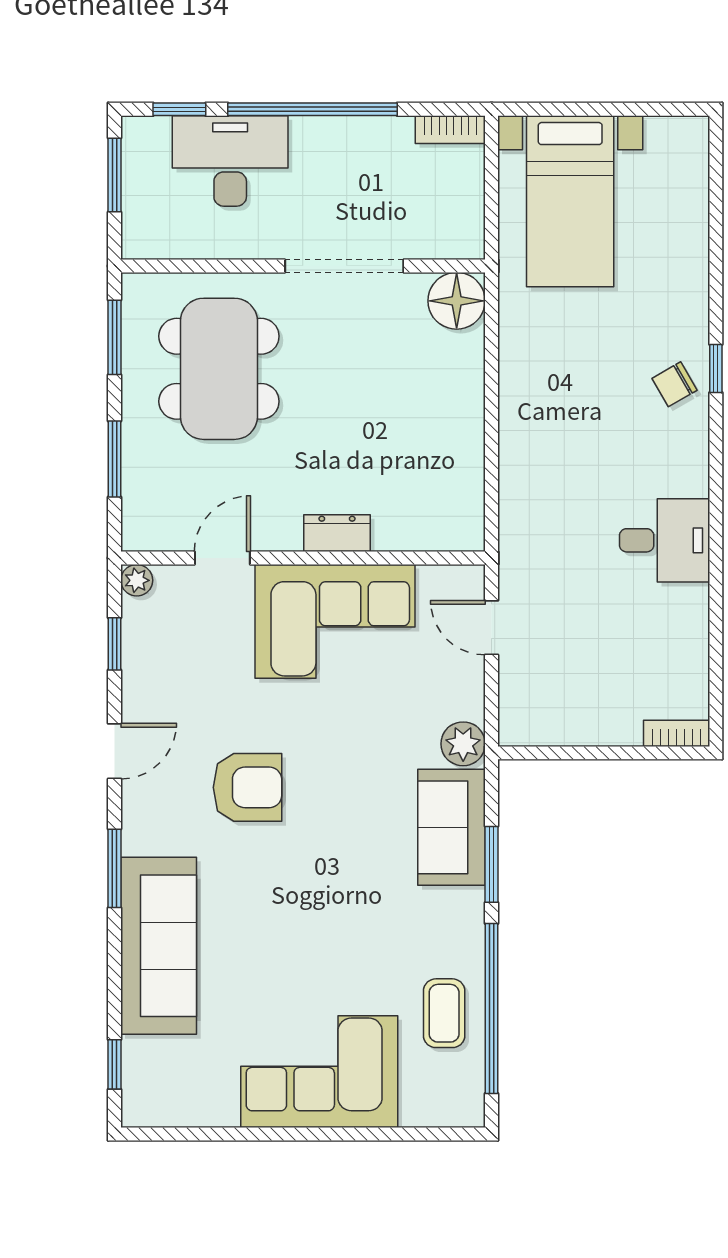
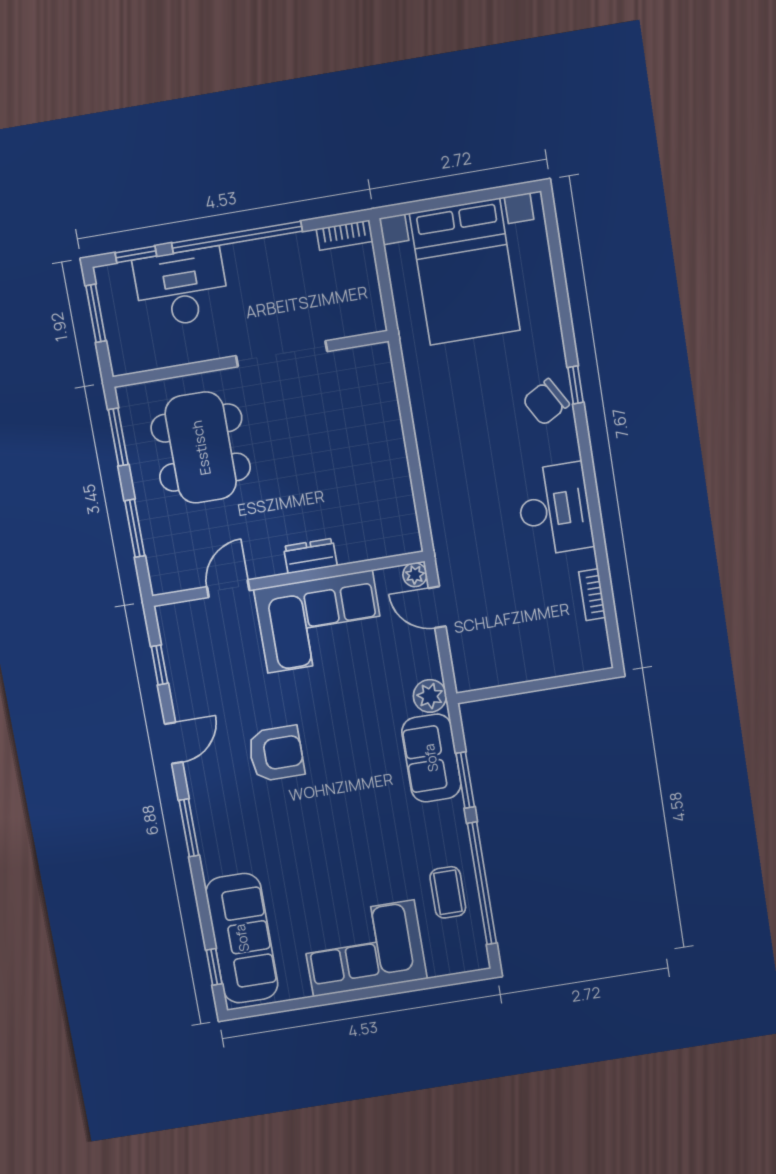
bed with nightstands: (570, 201) -> (465, 272), width x1.36
floor lamp: (457, 301) -> (371, 366), removed
chair: (674, 384) -> (546, 402), width x1.37, depth x1.37
desk: (665, 540) -> (555, 509), width x1.37
plant: (137, 580) -> (415, 575), moved
bookcase: (677, 733) -> (592, 595), moved, turned -90
sofa: (159, 946) -> (242, 938), moved

